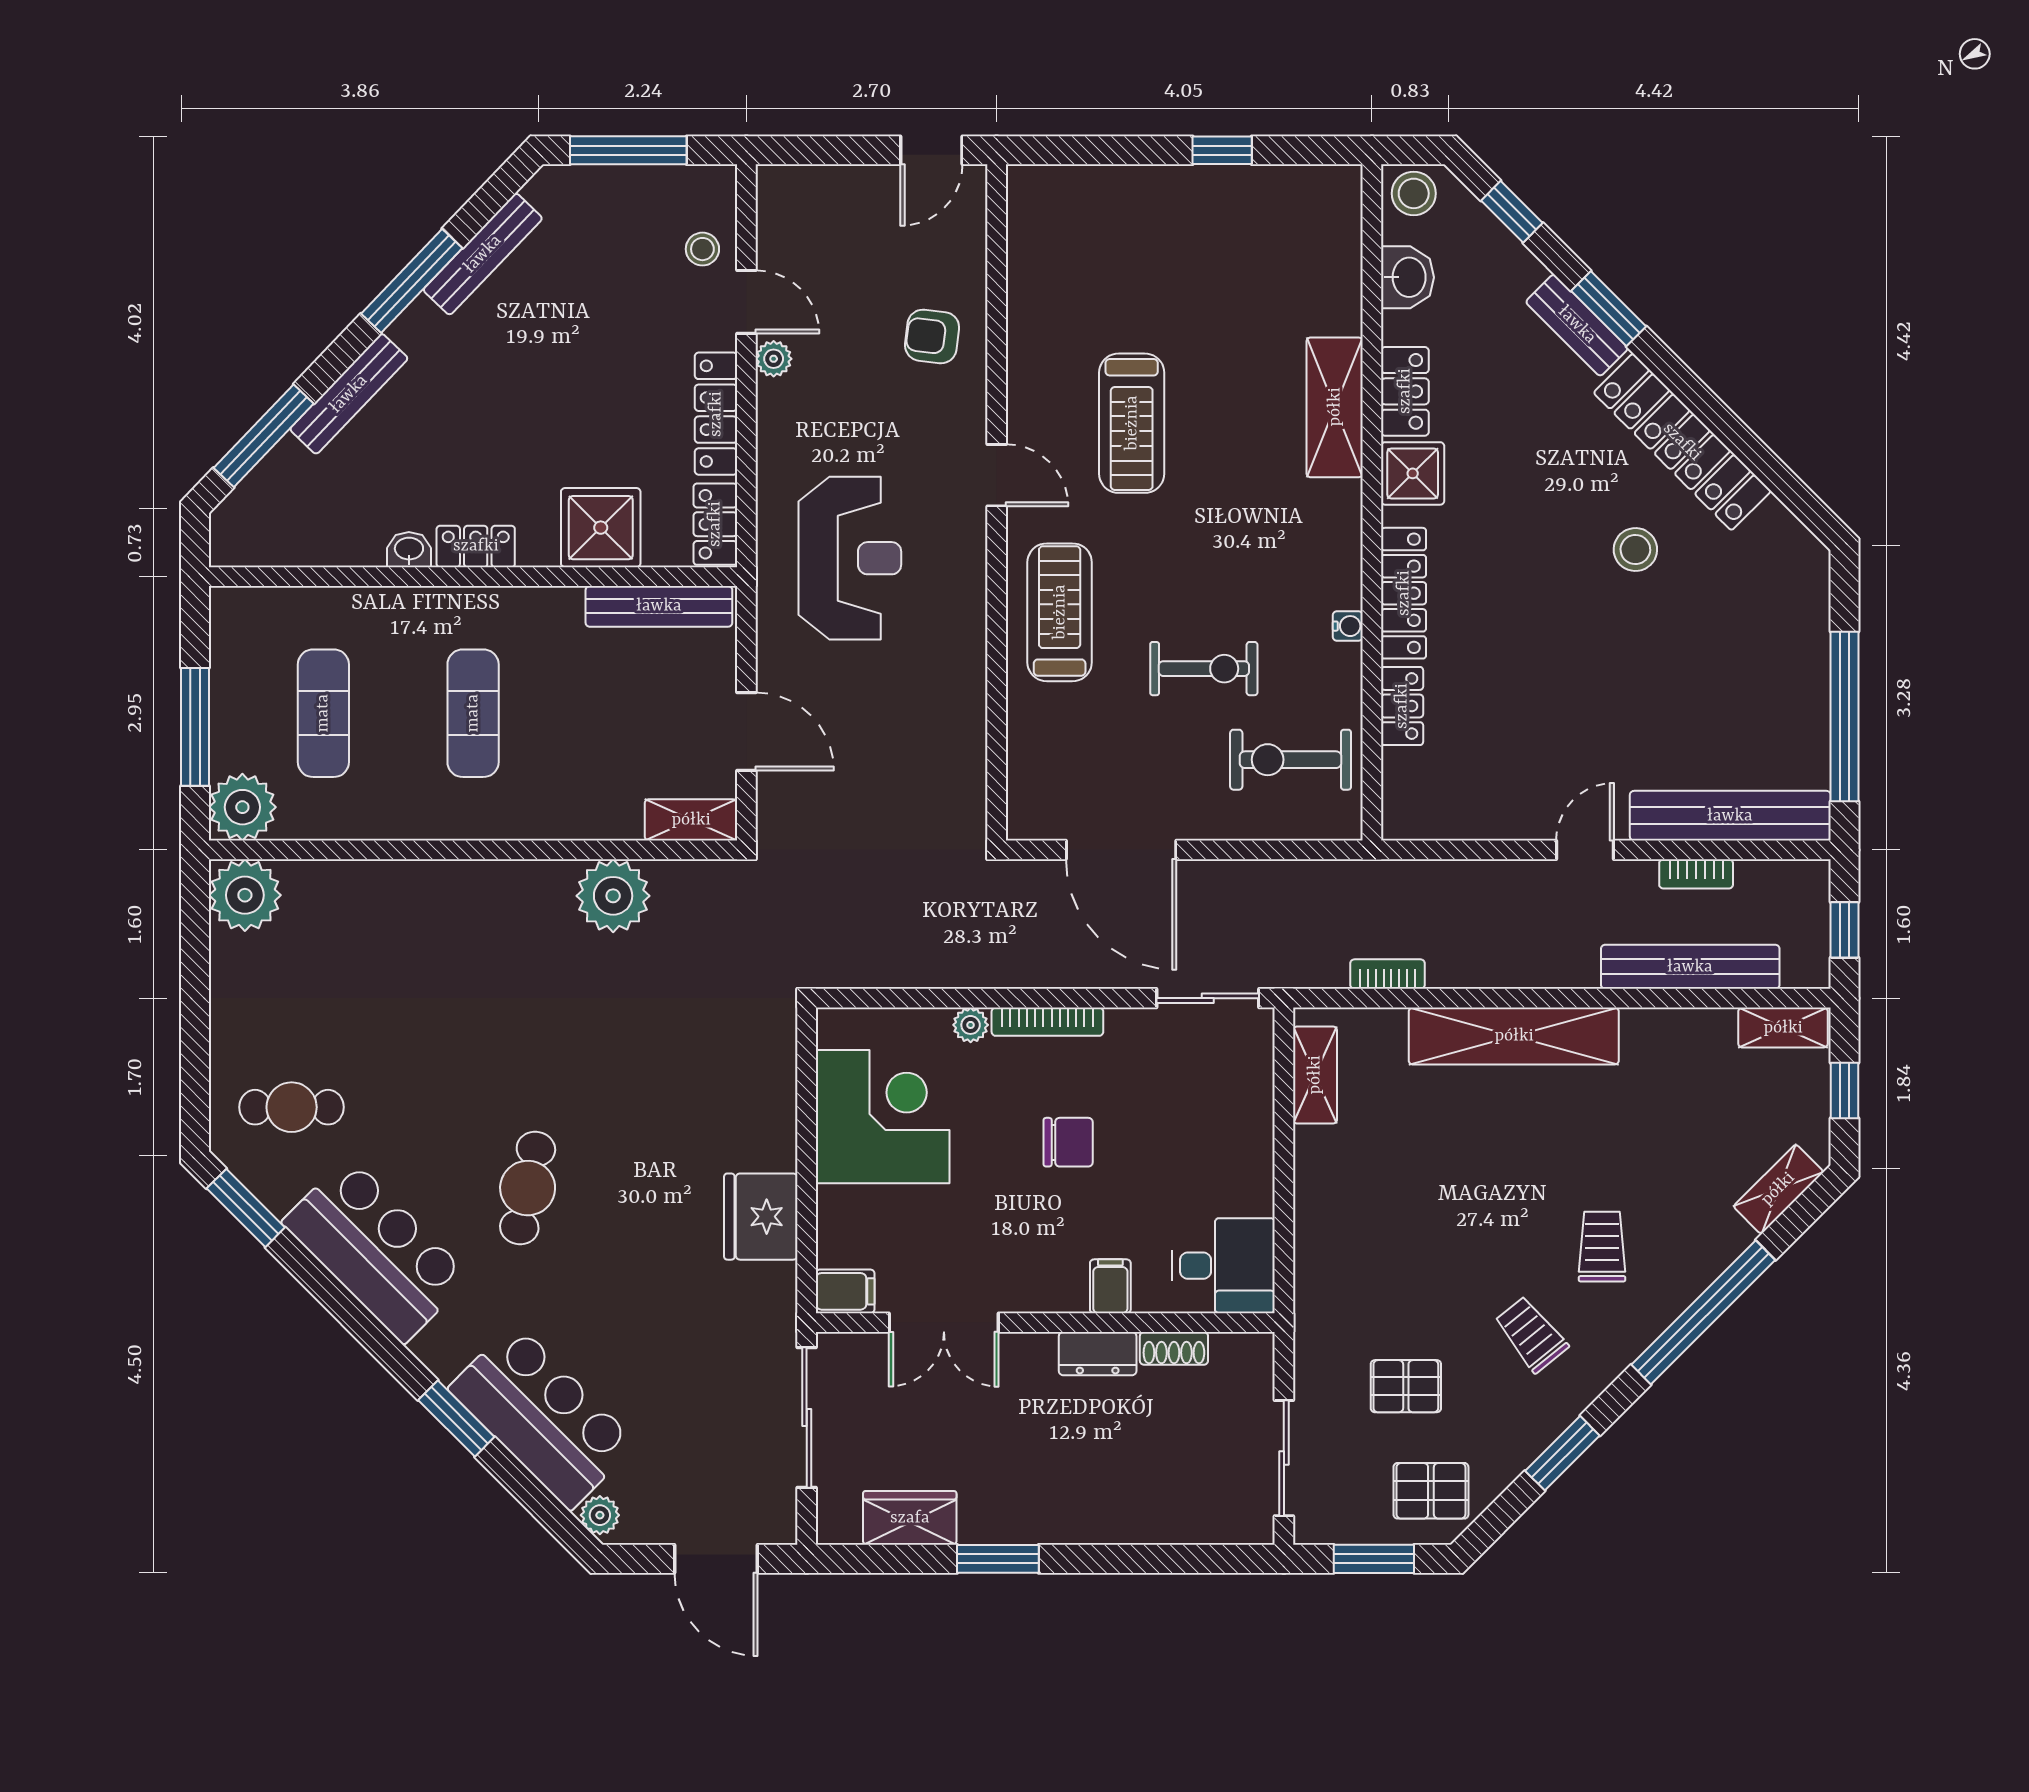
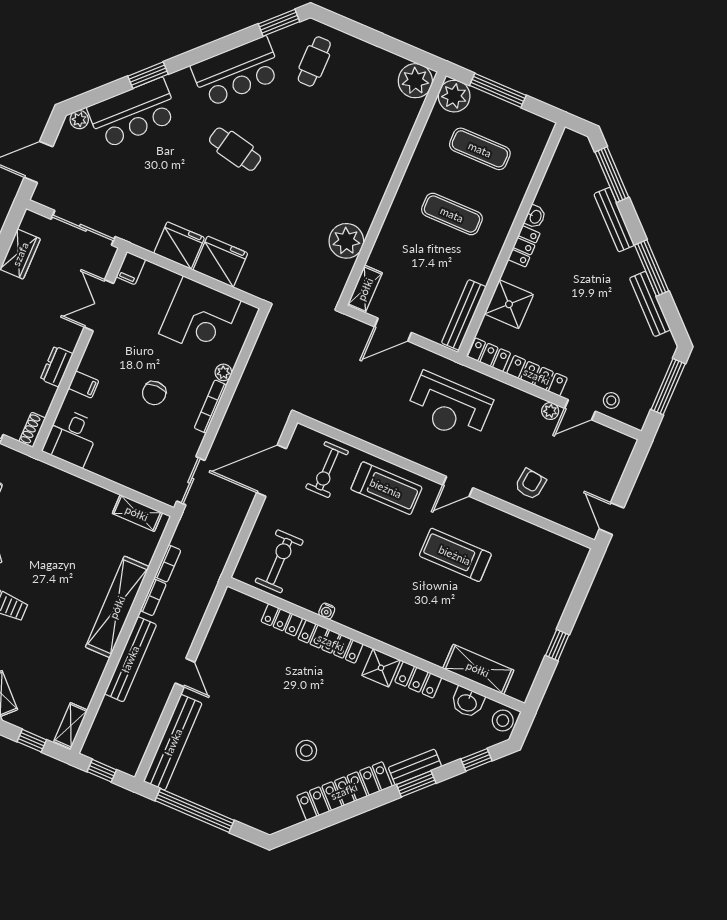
shelving: (1335, 407) -> (478, 669), moved
exercise bike: (1204, 669) -> (327, 470), moved
bookcase: (1696, 874) -> (153, 597), moved, turned 180
bench: (1690, 967) -> (130, 659), moved
fridge: (758, 1123) -> (220, 262), added
shoe rack: (1174, 1348) -> (32, 430), moved

